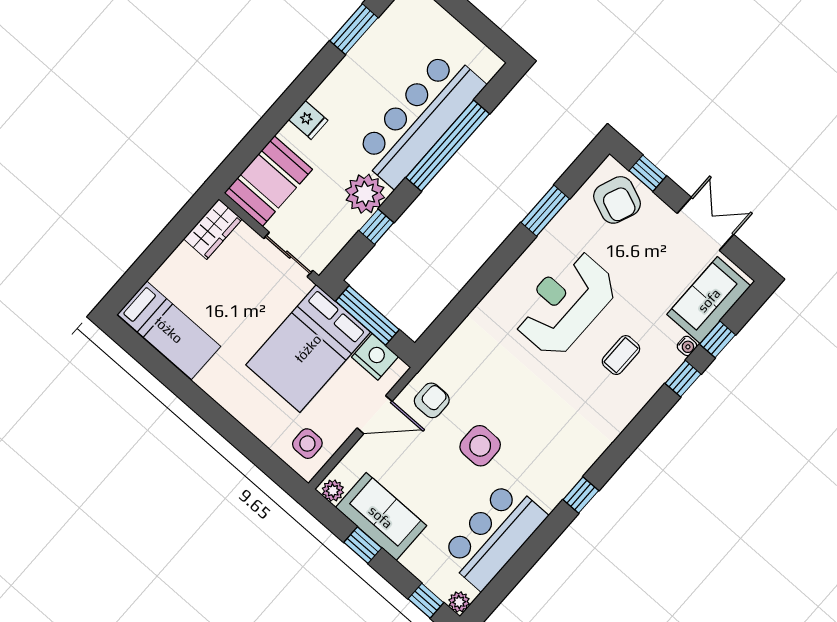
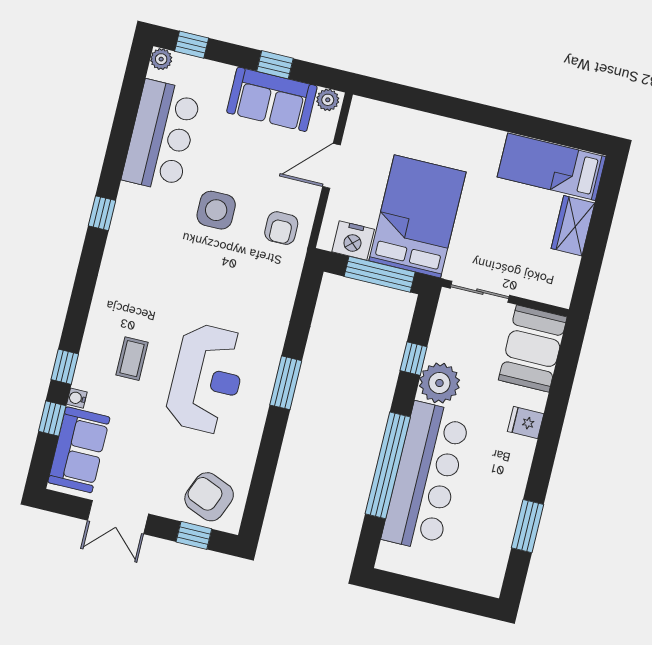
window: (545, 211) -> (286, 383), moved
wardrobe: (213, 229) -> (573, 226), moved
door: (375, 415) -> (332, 166), moved
side table: (307, 444) -> (373, 130), removed

